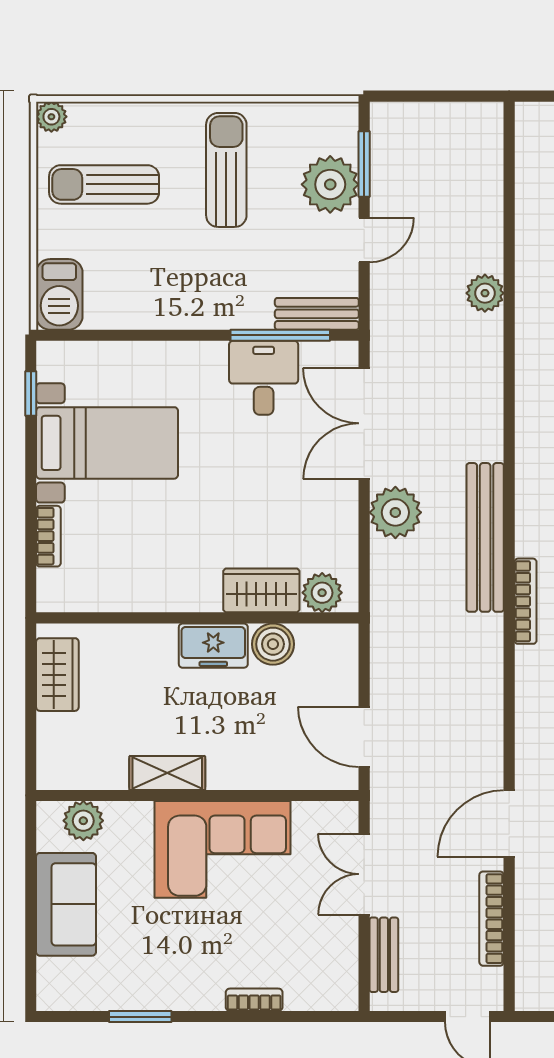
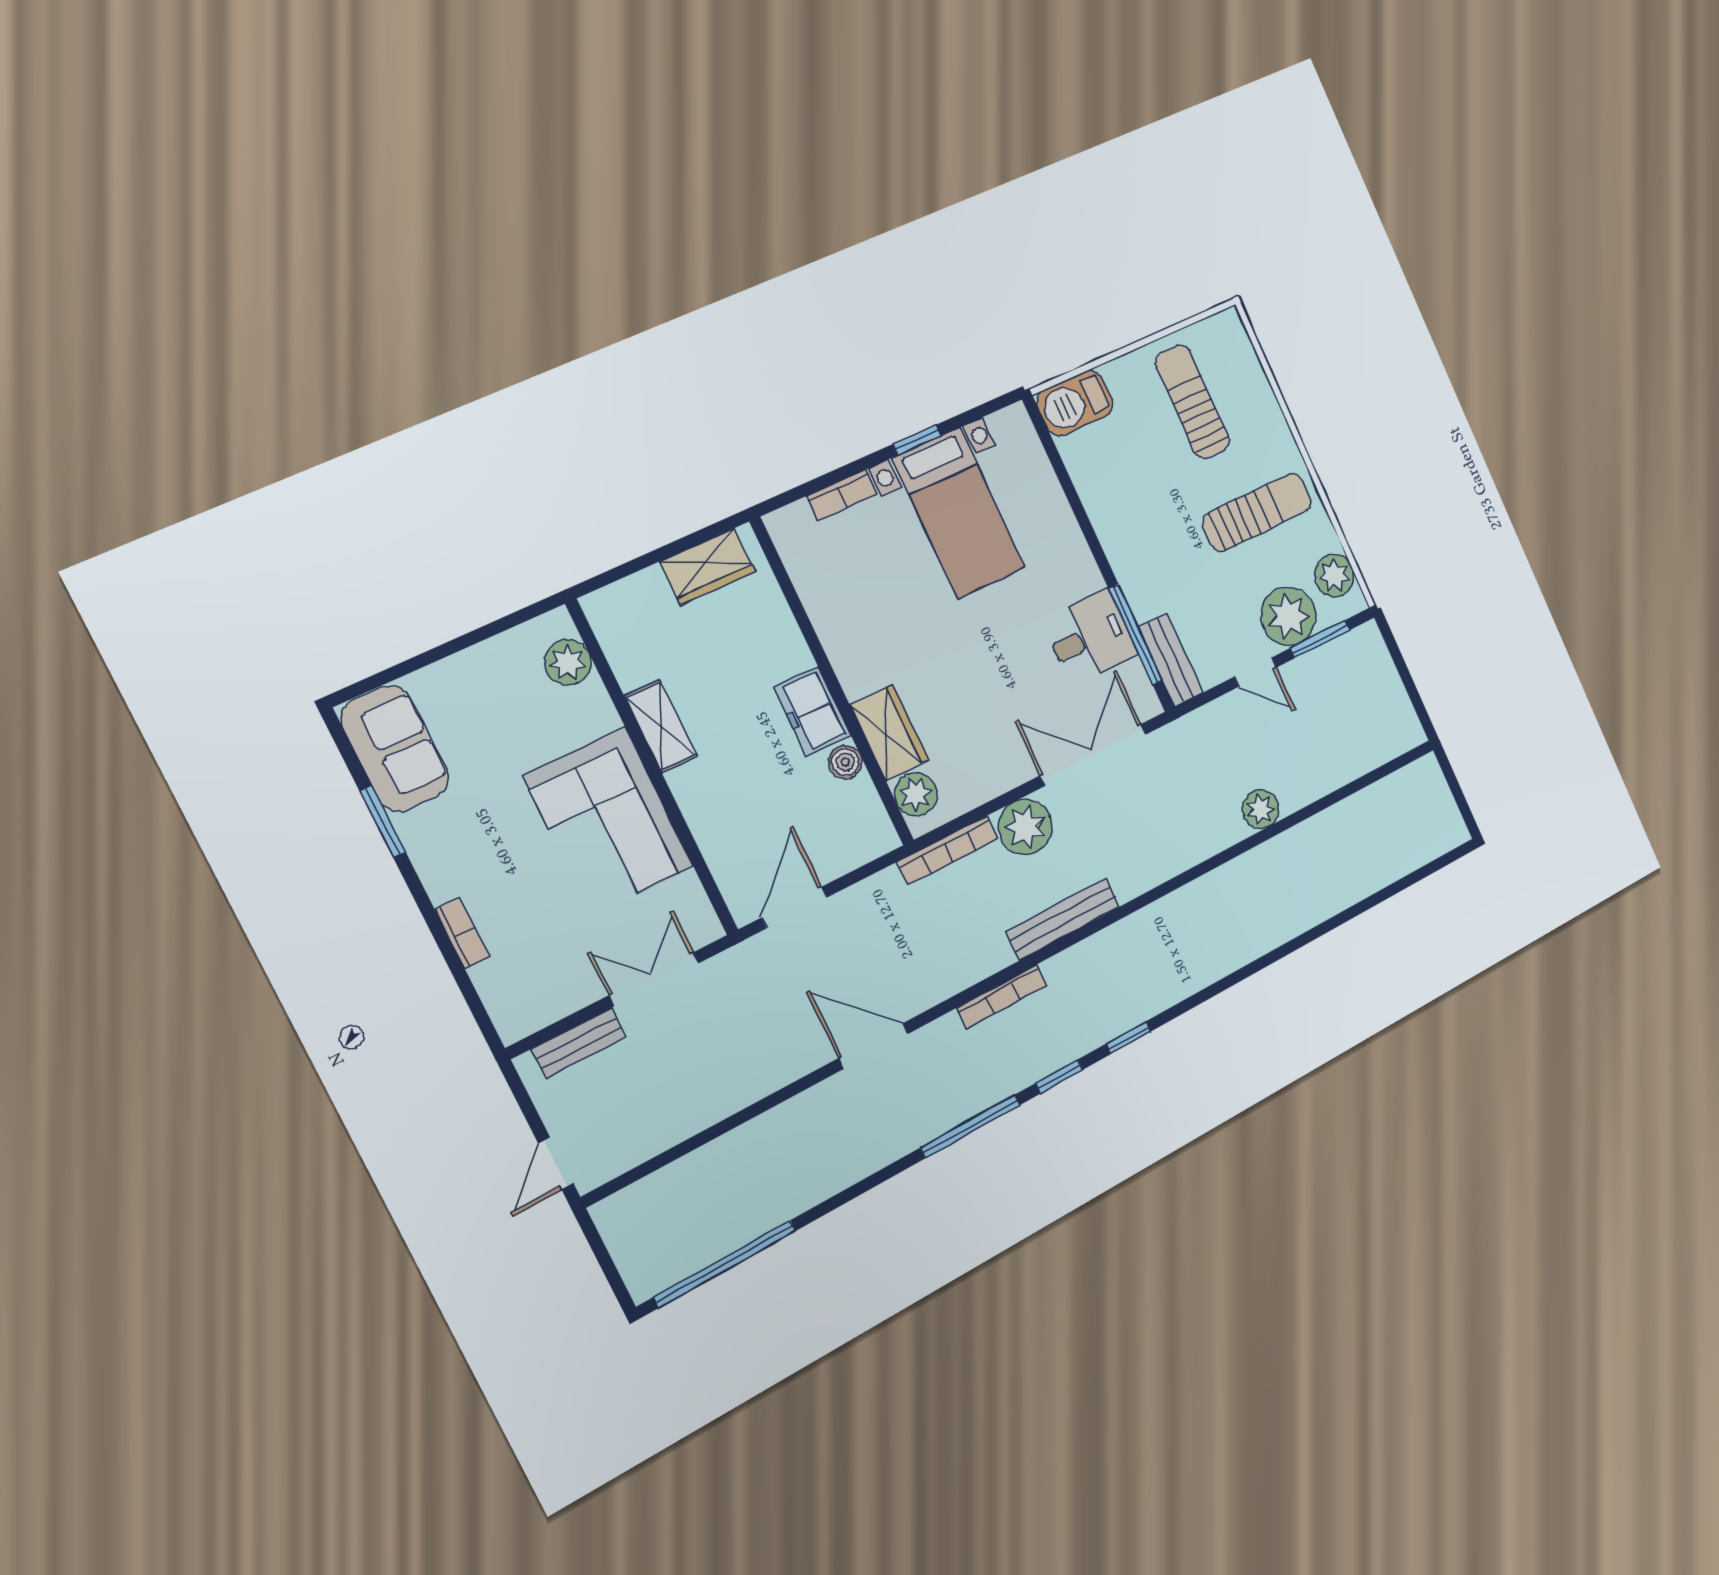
plant: (51, 117) -> (1334, 575), moved, width x1.38, depth x1.38
window: (31, 393) -> (917, 440), moved
bench: (485, 537) -> (1063, 919), width x0.73, depth x0.82
boiler: (273, 644) -> (845, 762), width x0.73, depth x0.73
door: (509, 823) -> (873, 1046), moved
sofa: (66, 904) -> (395, 749), moved, turned -90
bookcase: (492, 919) -> (948, 851), moved, turned 180

